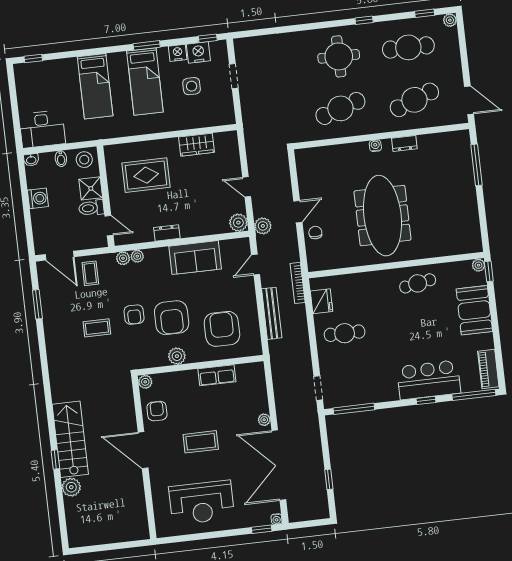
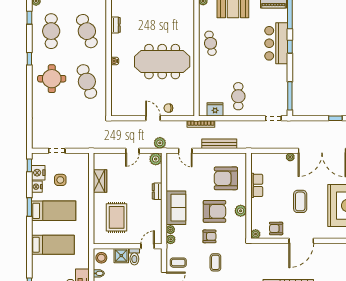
dresser: (404, 143) -> (115, 25), moved
dresser: (167, 233) -> (157, 191), moved
sofa: (195, 258) -> (176, 208), moved

